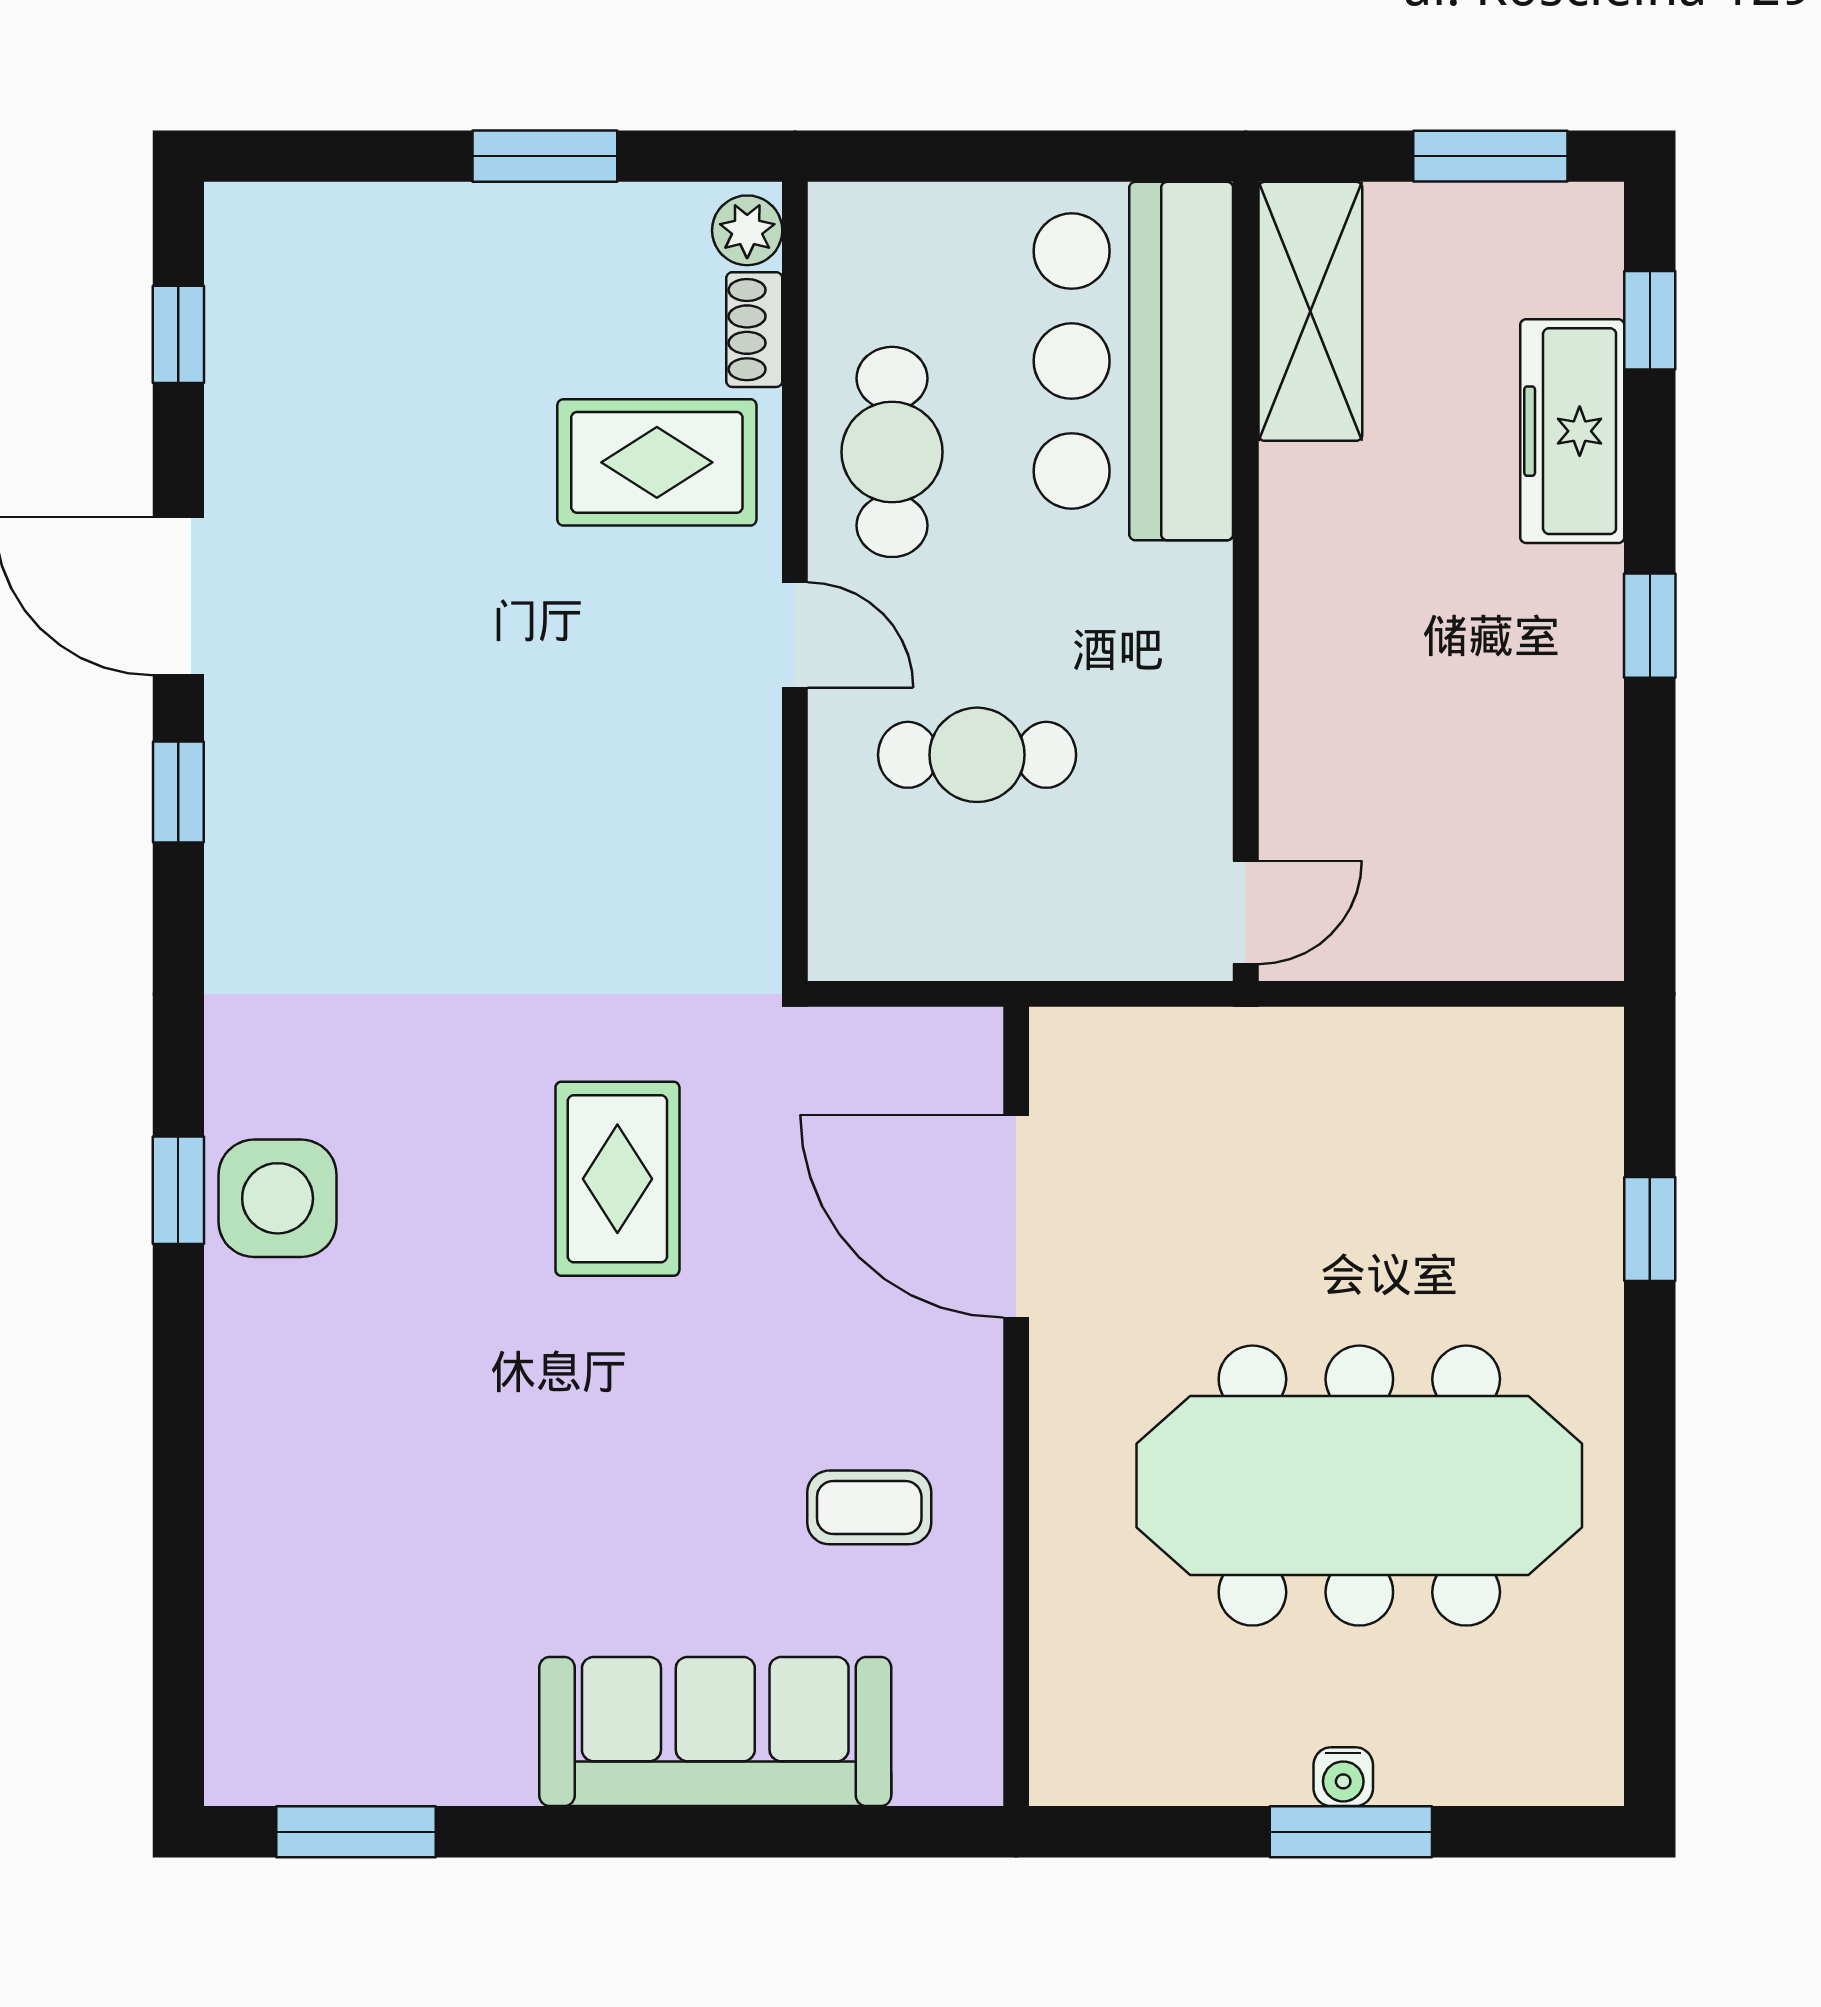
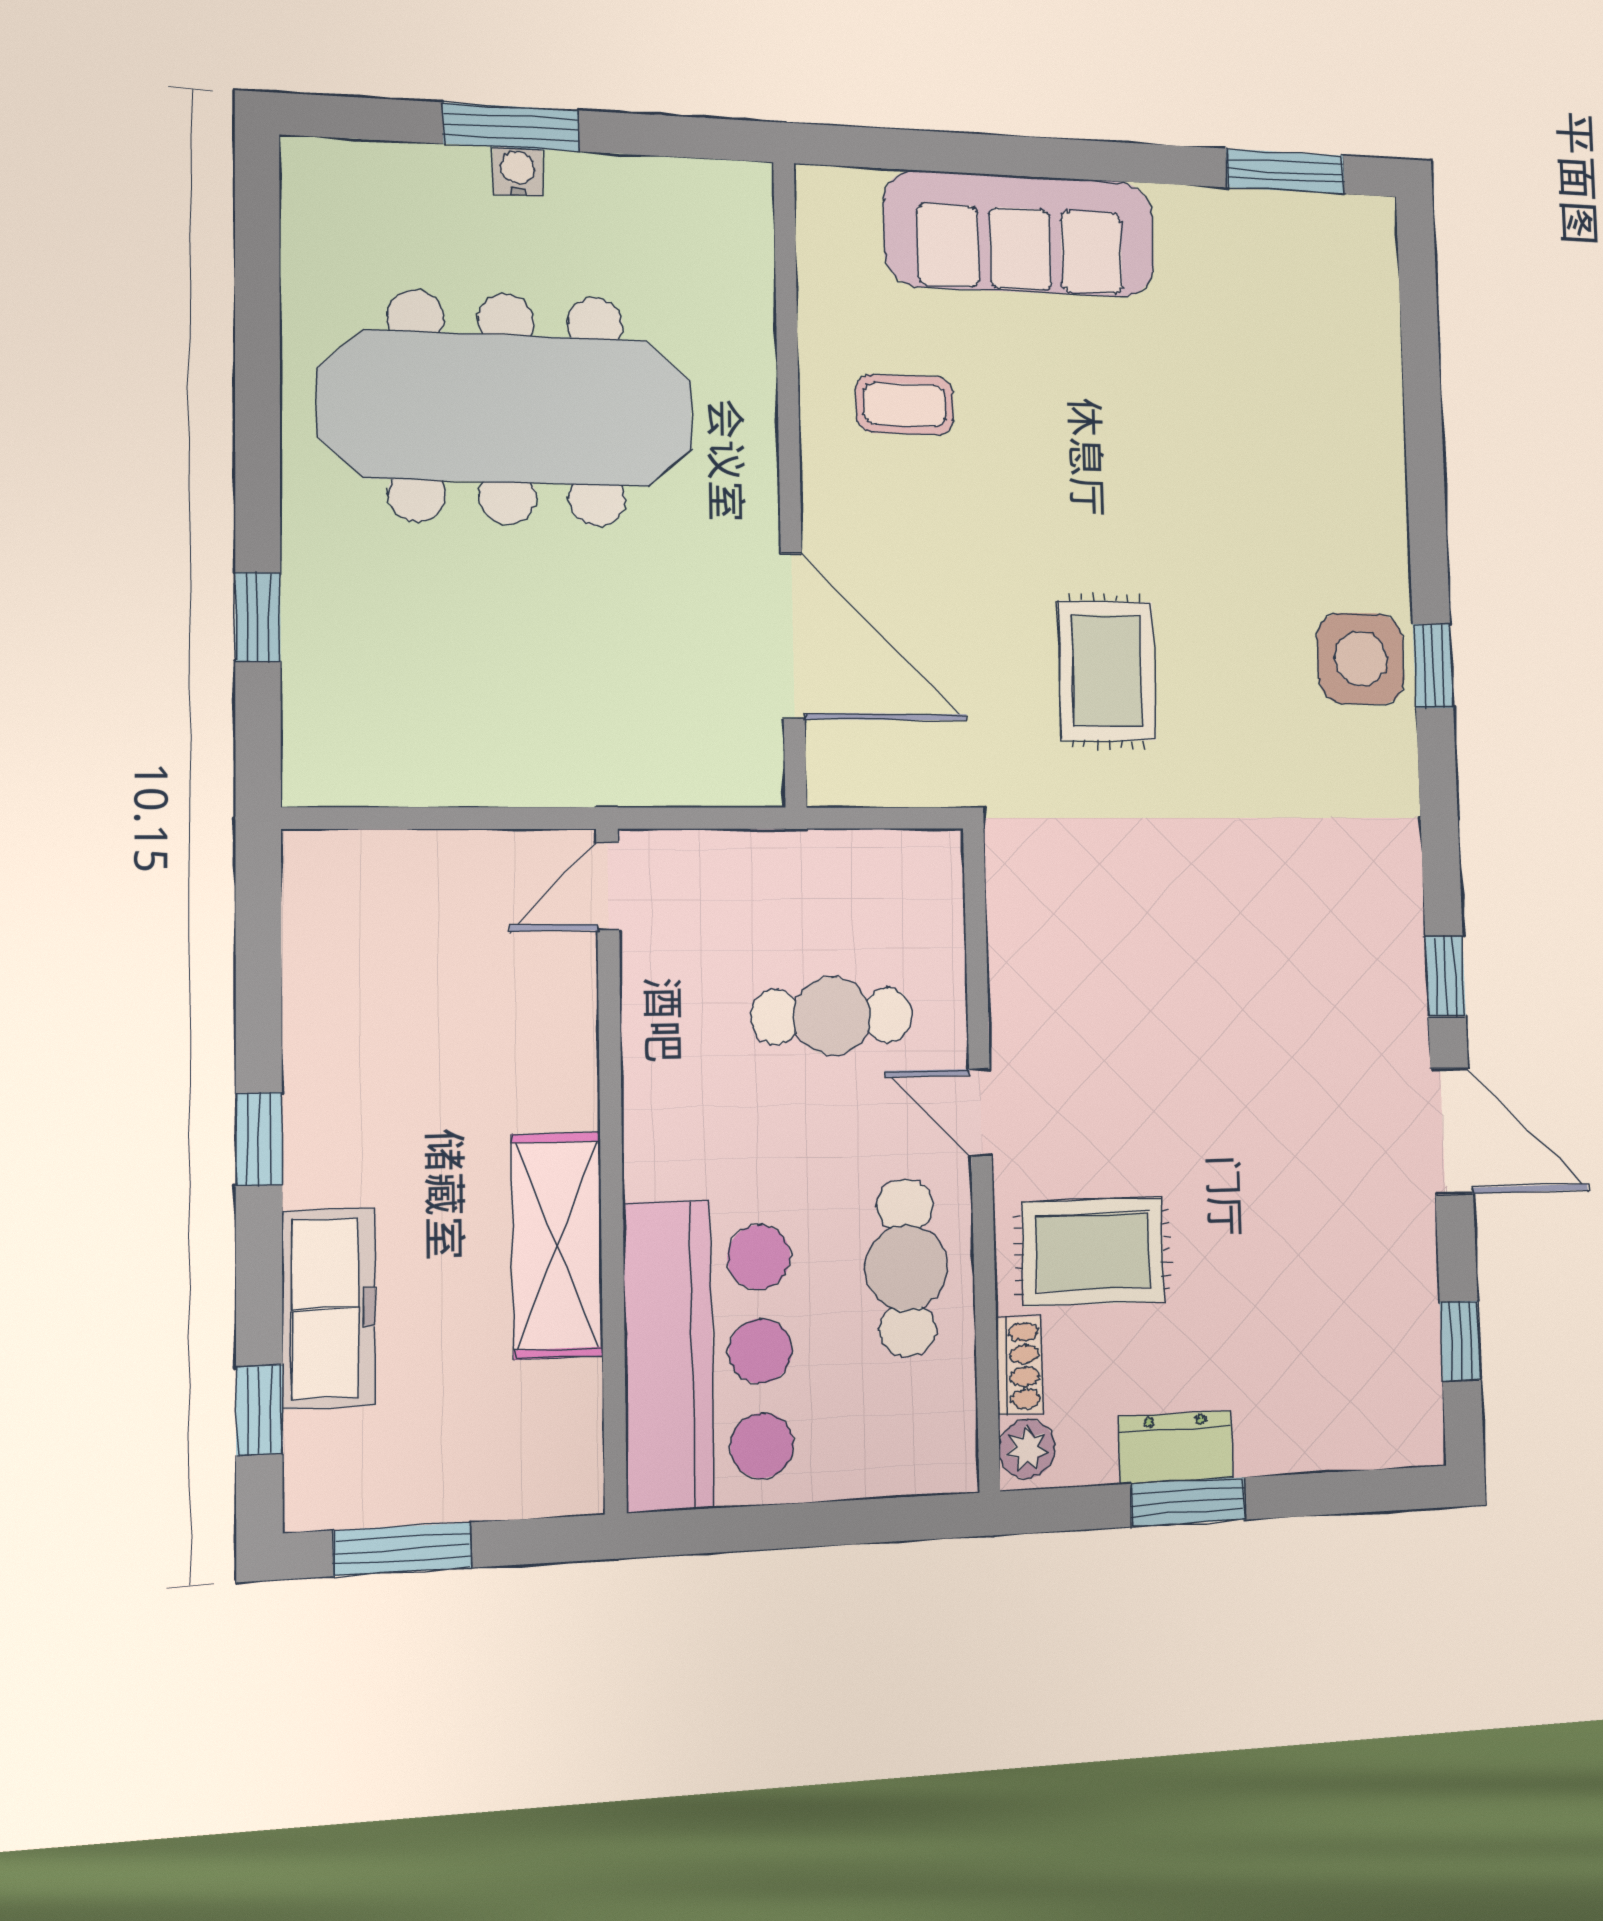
dresser: (559, 222) -> (1176, 1447), added
shelving: (1310, 311) -> (557, 1245), moved

